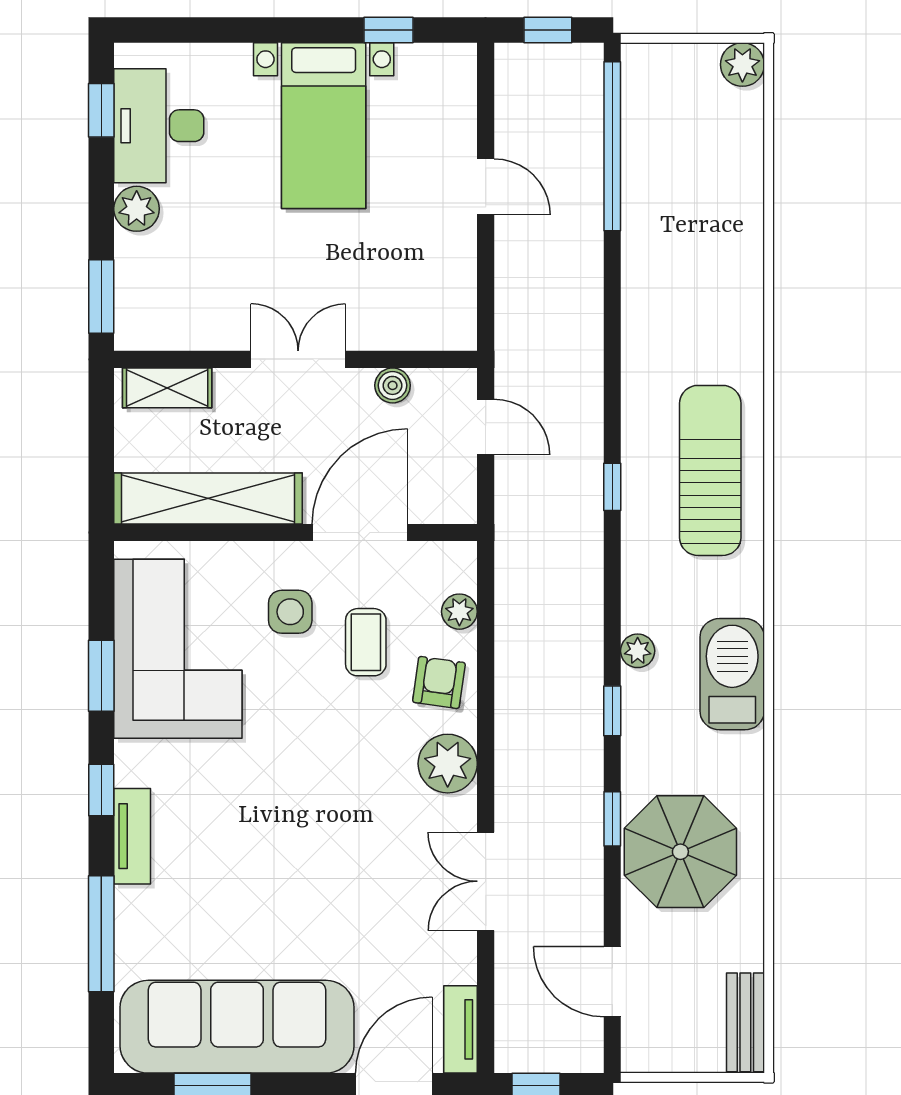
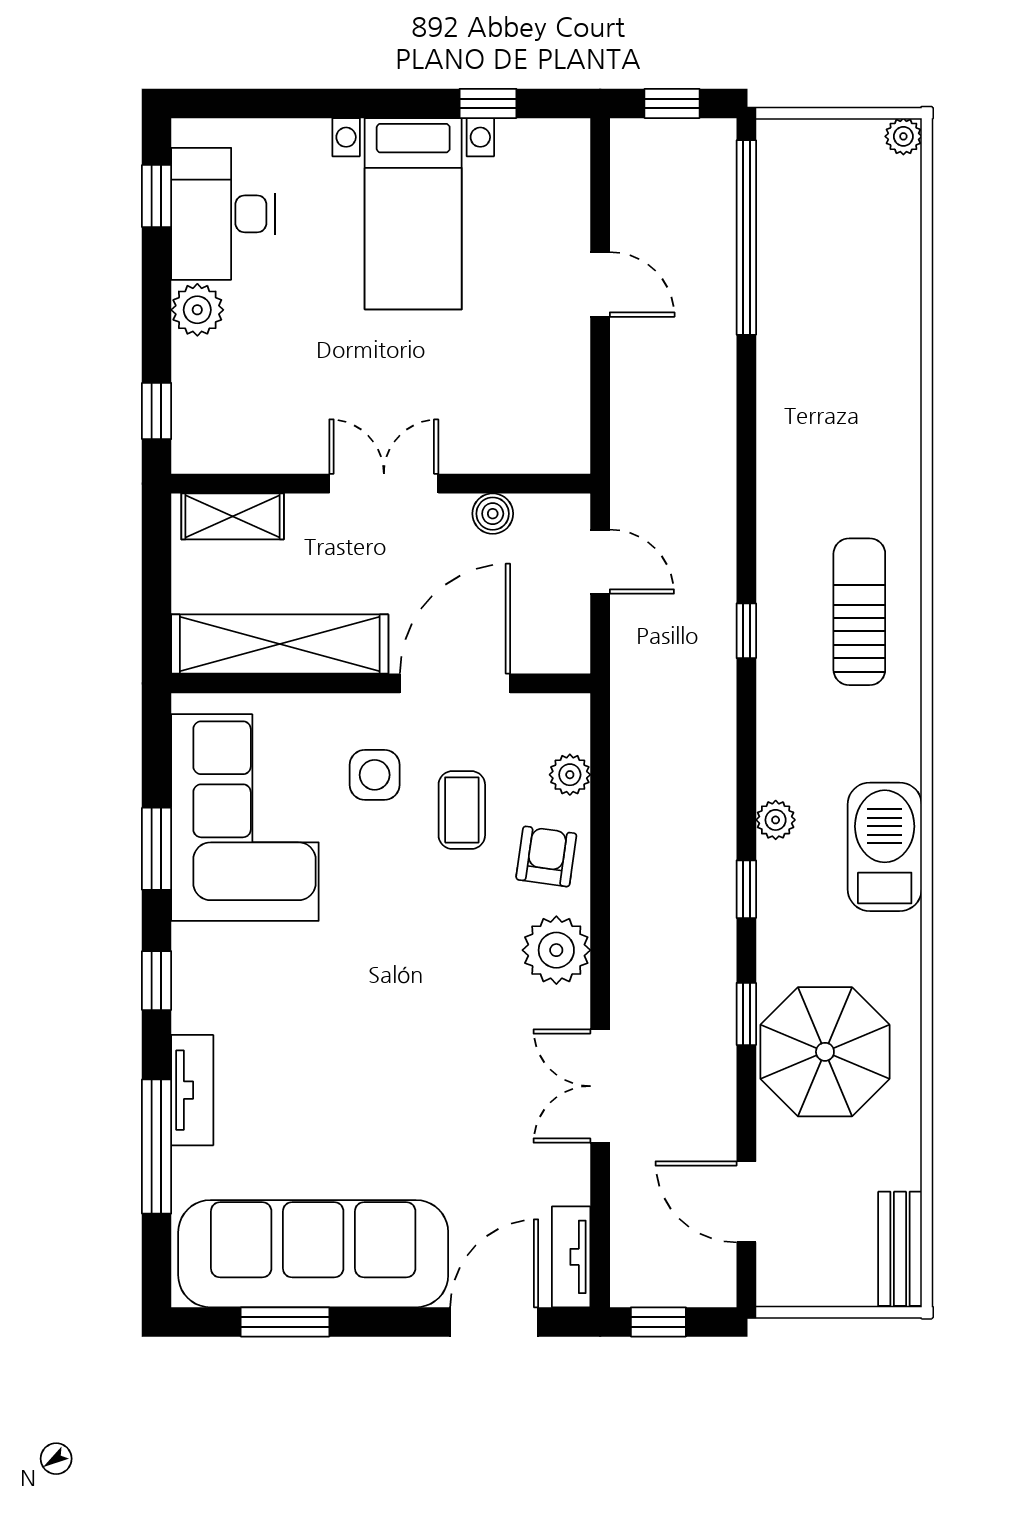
plant: (742, 65) -> (903, 136), width x0.73, depth x0.73
window: (101, 297) -> (157, 411), width x0.67
sun lounger: (710, 470) -> (859, 612), width x0.73, depth x0.75
tv unit: (132, 836) -> (192, 1090), moved

